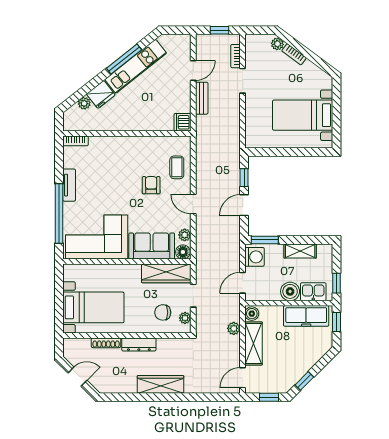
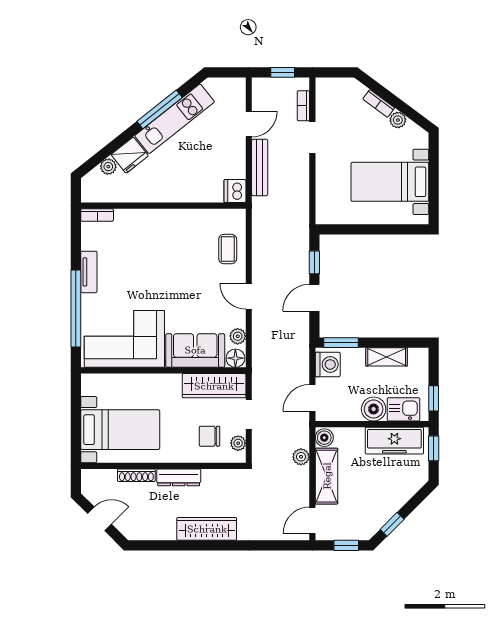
plant: (277, 44) -> (398, 120), moved
bench: (202, 98) -> (260, 167), width x1.36
armchair: (151, 185) -> (195, 272), removed

